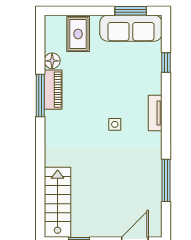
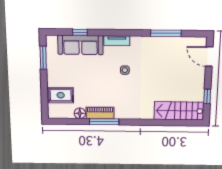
sofa: (131, 28) -> (80, 45), moved, turned 90

